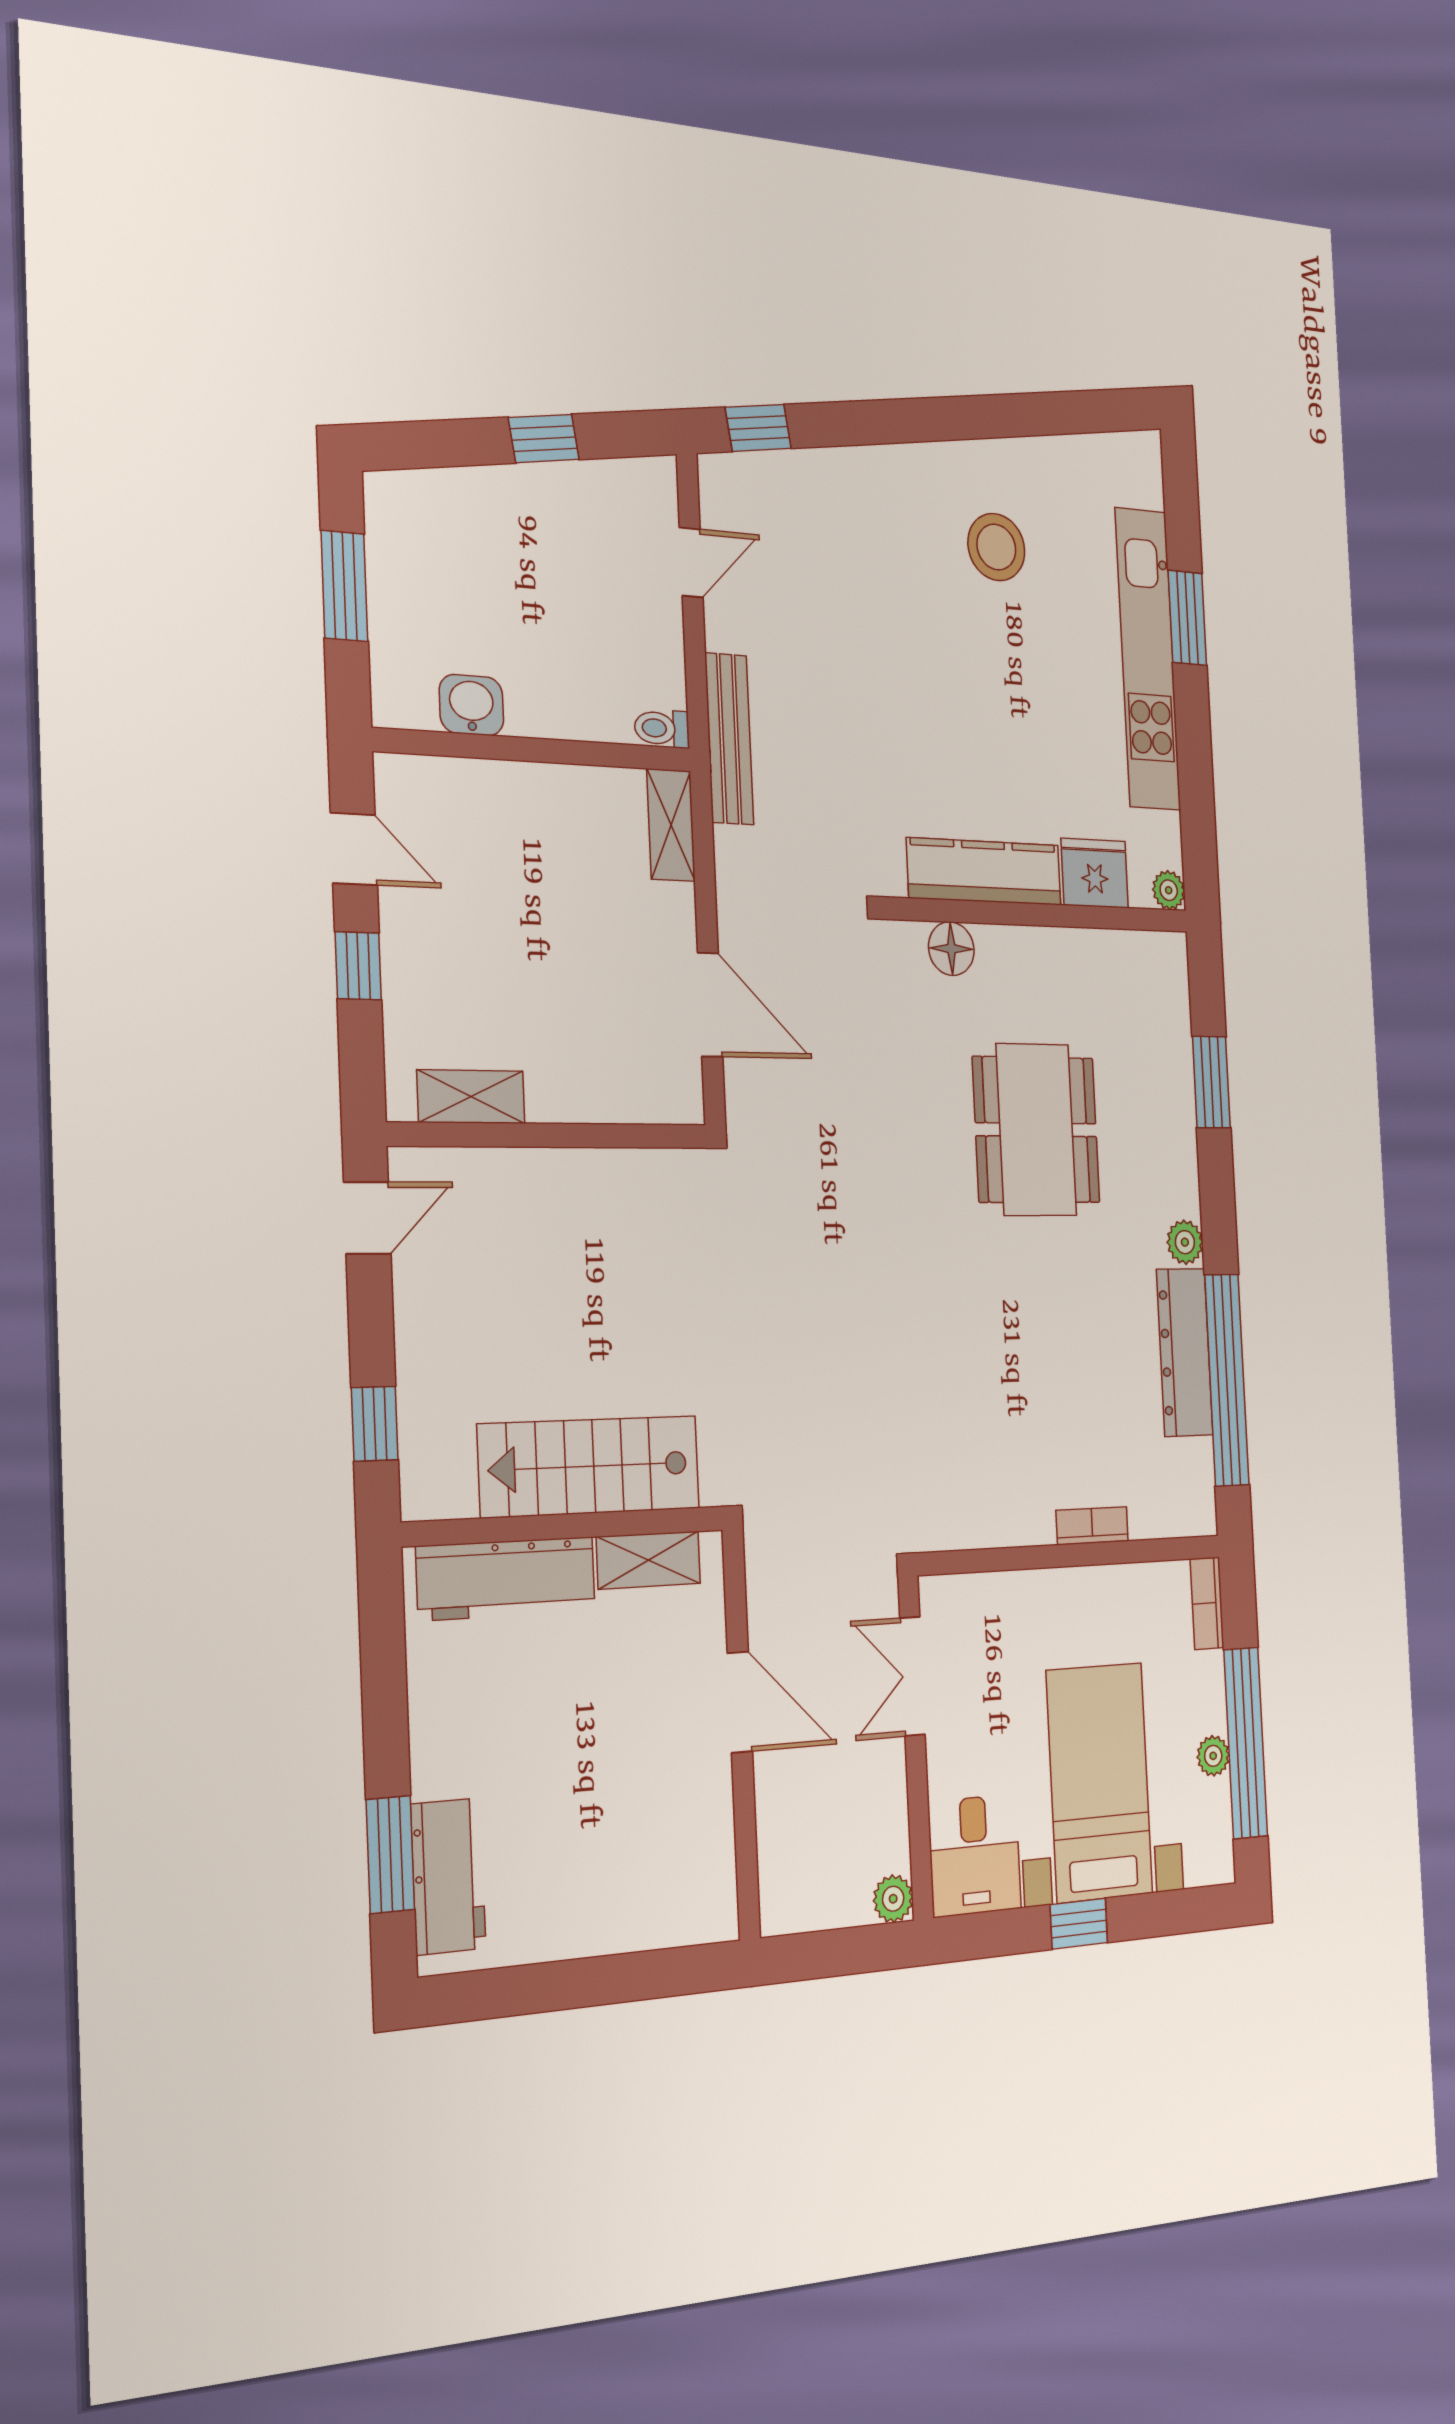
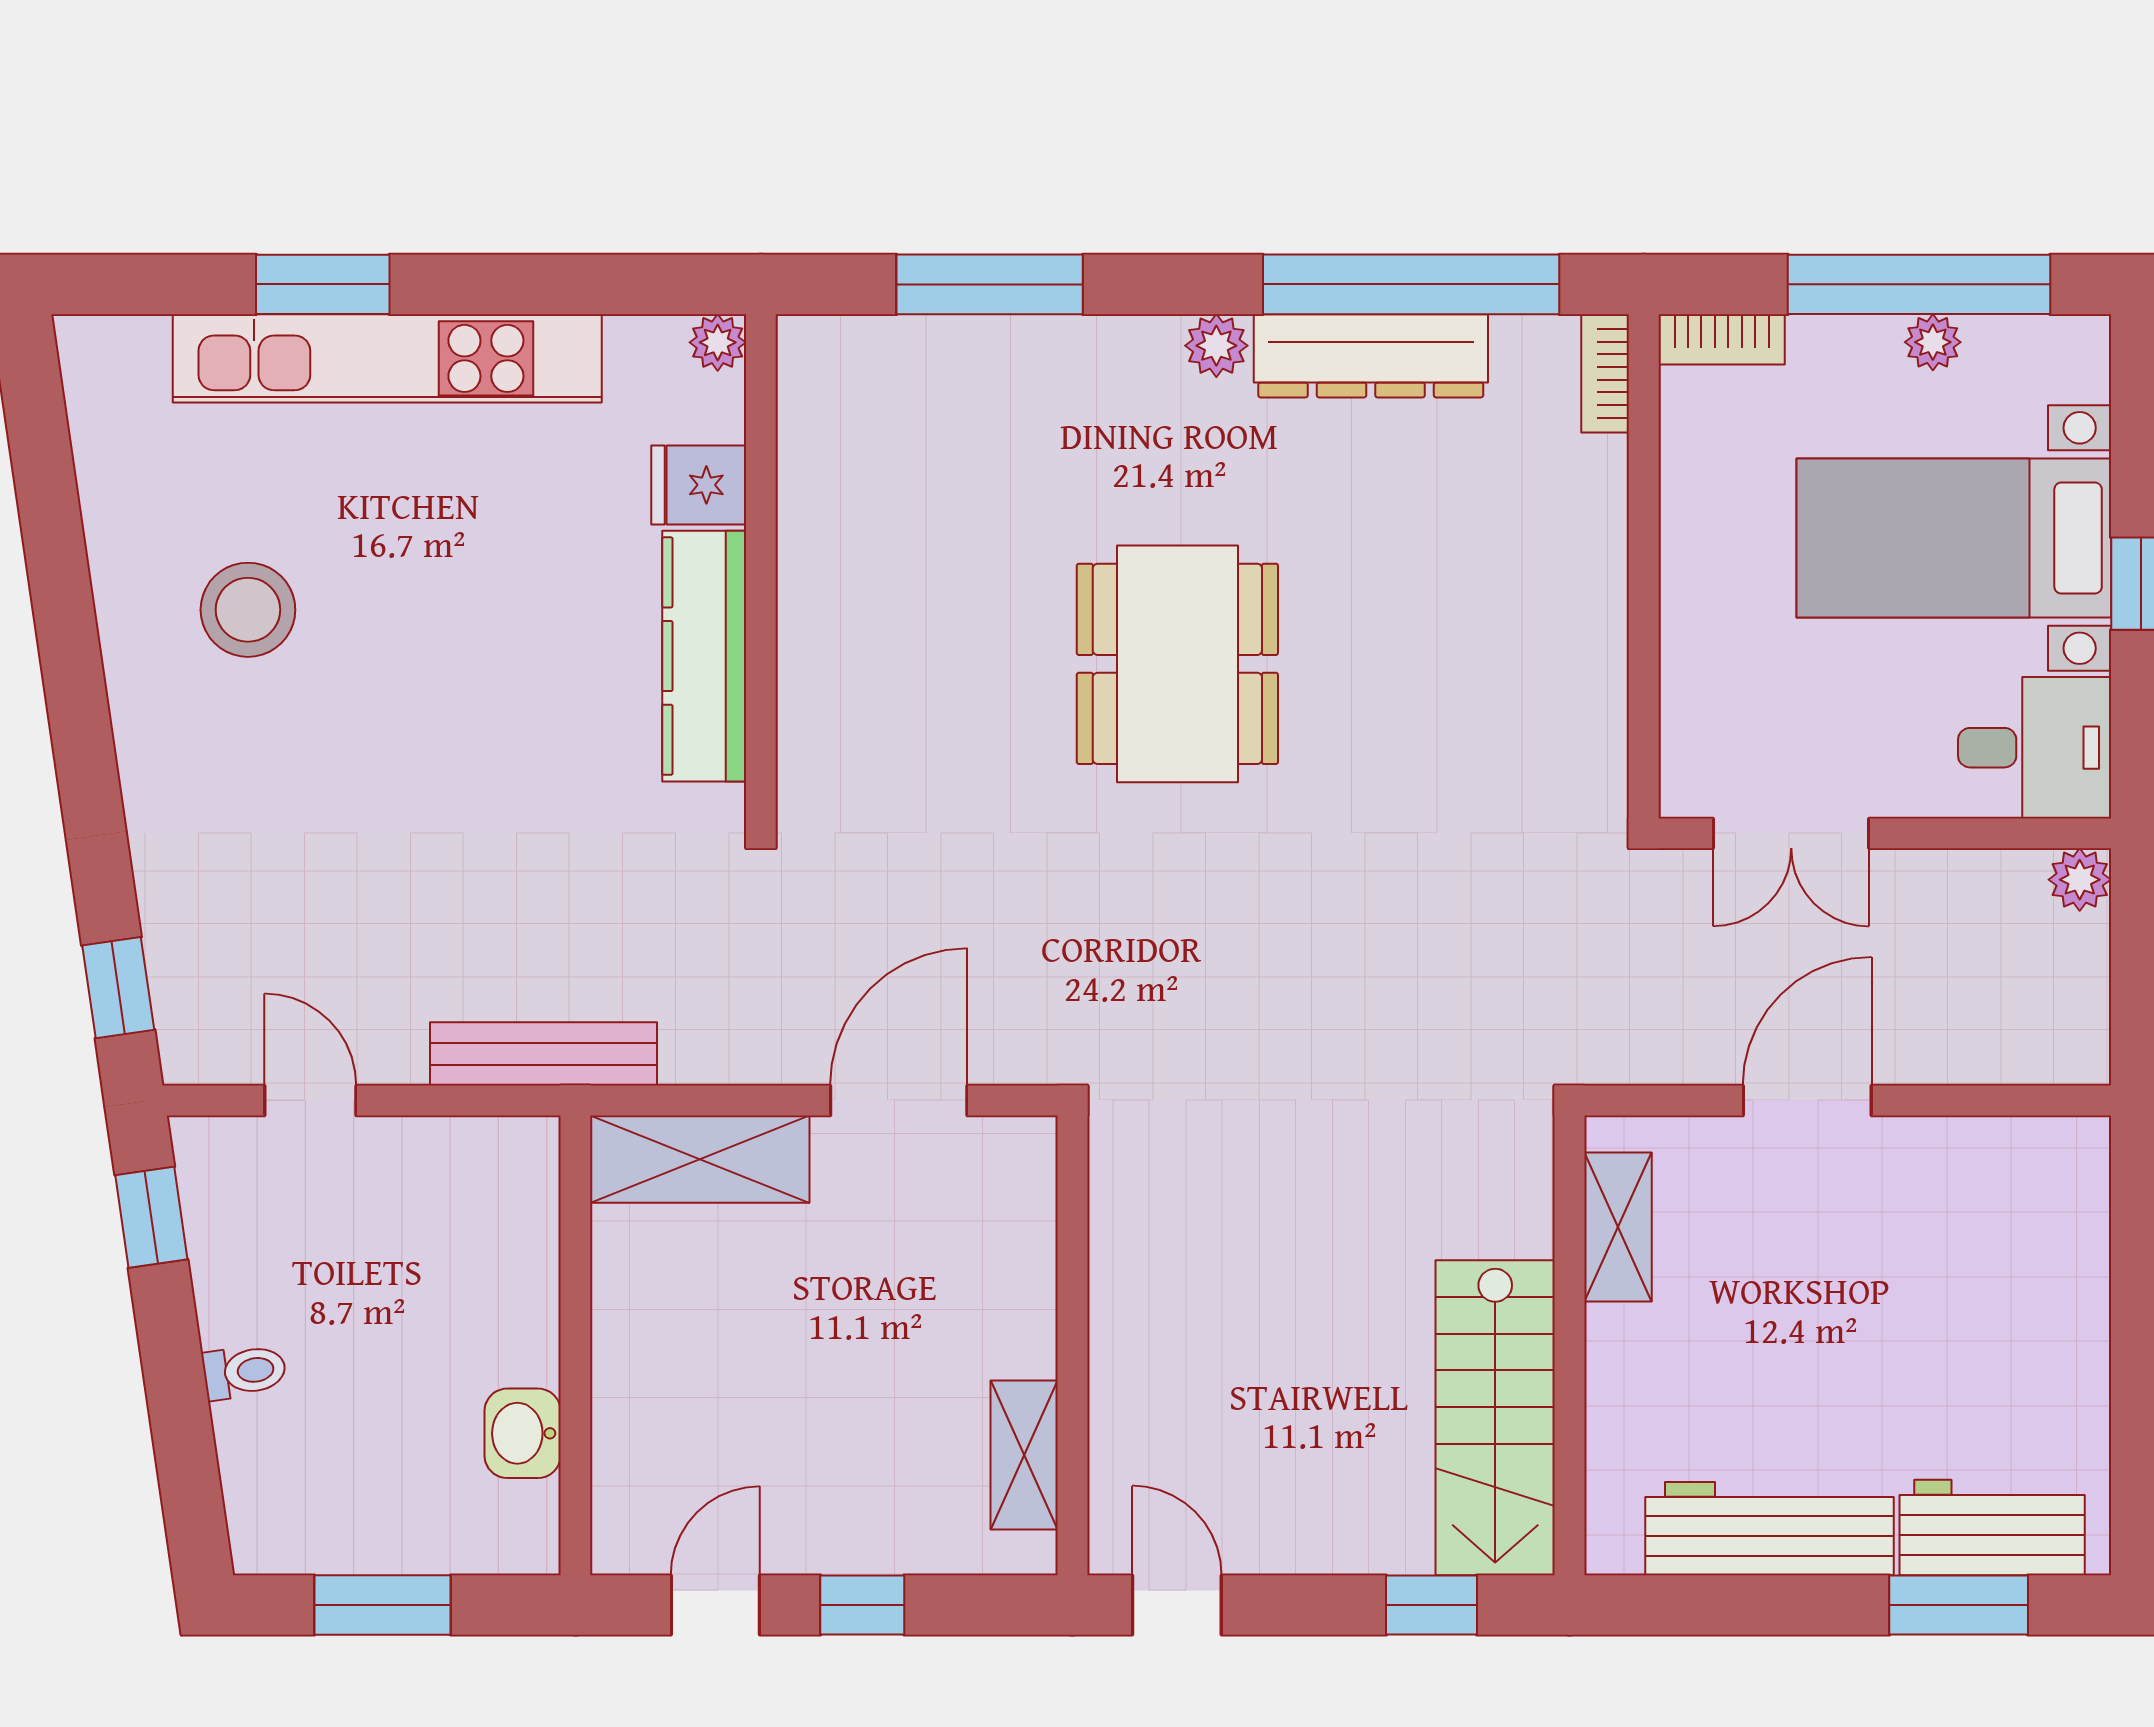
window: (544, 439) -> (151, 1217), moved
toilet: (662, 728) -> (244, 1372), moved, turned -98
shelving: (671, 825) -> (700, 1159), width x1.50, depth x1.33
fridge: (1095, 873) -> (699, 485), width x0.72
floor lamp: (951, 949) -> (813, 716), removed
window: (1211, 1082) -> (990, 284), width x1.44
dining table: (1036, 1130) -> (1177, 664), moved, turned 90
stairs: (590, 1466) -> (1495, 1418), moved
bookcase: (1092, 1526) -> (1605, 373), moved
workbench: (506, 1579) -> (1769, 1529), moved, turned -90

